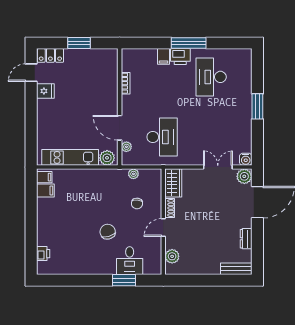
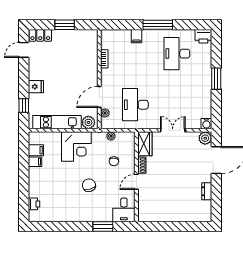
printer: (180, 57) -> (203, 36), moved
fridge: (45, 91) -> (36, 87), moved
door: (120, 128) -> (99, 97), hinge flipped
desk: (162, 137) -> (135, 105), turned 180
window: (31, 138) -> (24, 105), added
double door: (218, 167) -> (173, 130), moved
filing cabinet: (44, 177) -> (35, 162), moved
corner desk: (93, 186) -> (76, 147), added
plant: (172, 256) -> (144, 206), removed
desk: (130, 261) -> (124, 210), moved
bench: (236, 269) -> (198, 217), removed

